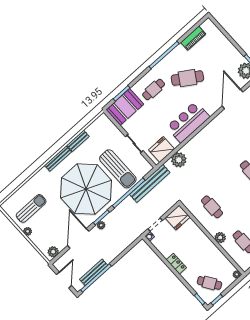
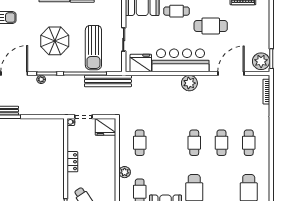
cafe table: (187, 78) -> (211, 26), turned -33
bar counter: (188, 122) -> (181, 60), width x1.36
plant: (179, 160) -> (189, 83), moved
parasol: (86, 189) -> (55, 41), width x0.54, depth x0.54

